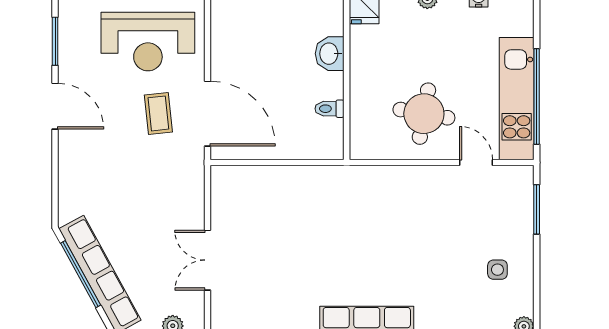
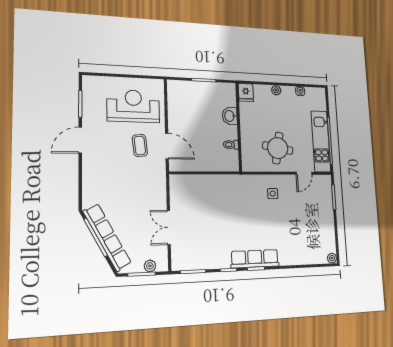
reception desk: (148, 42) -> (133, 106), turned 180
door: (55, 106) -> (80, 140), swing flipped
door: (208, 114) -> (167, 146), width x0.73
door: (476, 162) -> (304, 173), swing flipped
side table: (497, 270) -> (273, 194), moved

